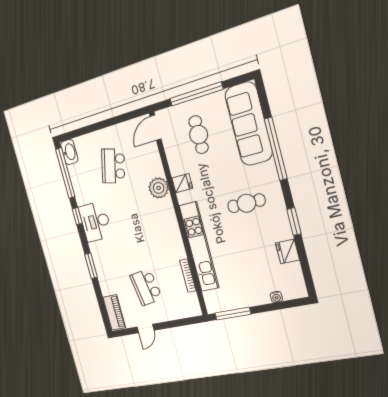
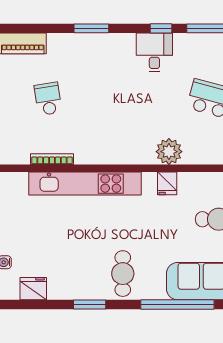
cafe table: (246, 203) -> (123, 274), moved
desk: (95, 222) -> (154, 52), width x0.73
fridge: (287, 251) -> (33, 289), moved
school desk: (146, 287) -> (48, 99), width x0.54

